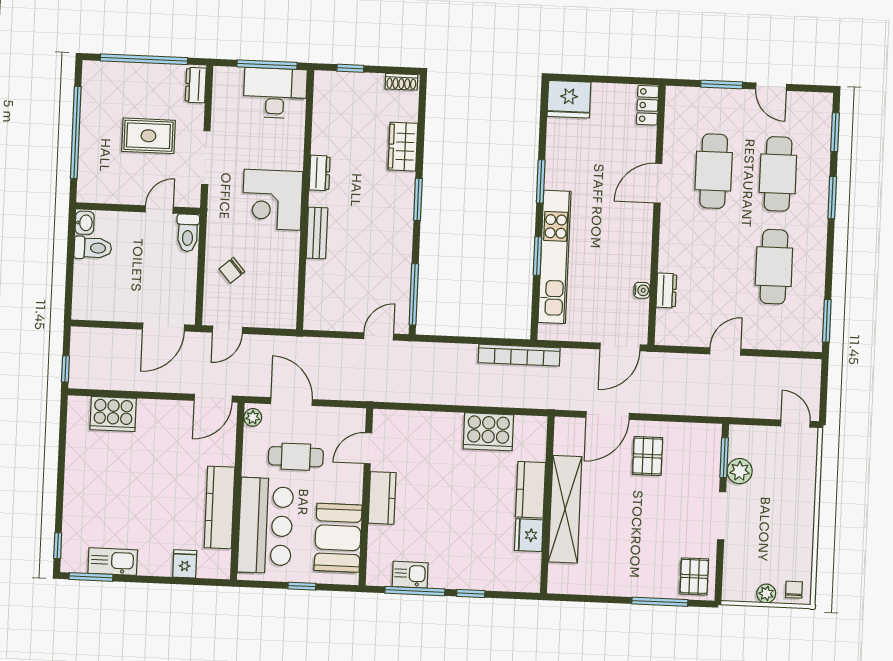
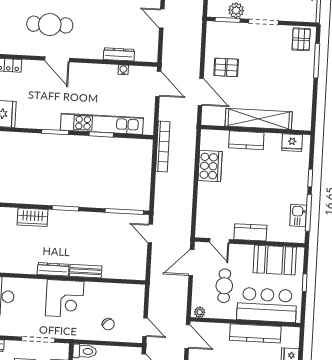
dresser: (320, 173) -> (53, 269), width x1.44
dresser: (666, 290) -> (119, 54), width x1.44
door: (291, 402) -> (191, 263), moved
fridge: (529, 535) -> (292, 143), moved
pallet: (694, 576) -> (301, 39), turned 90

